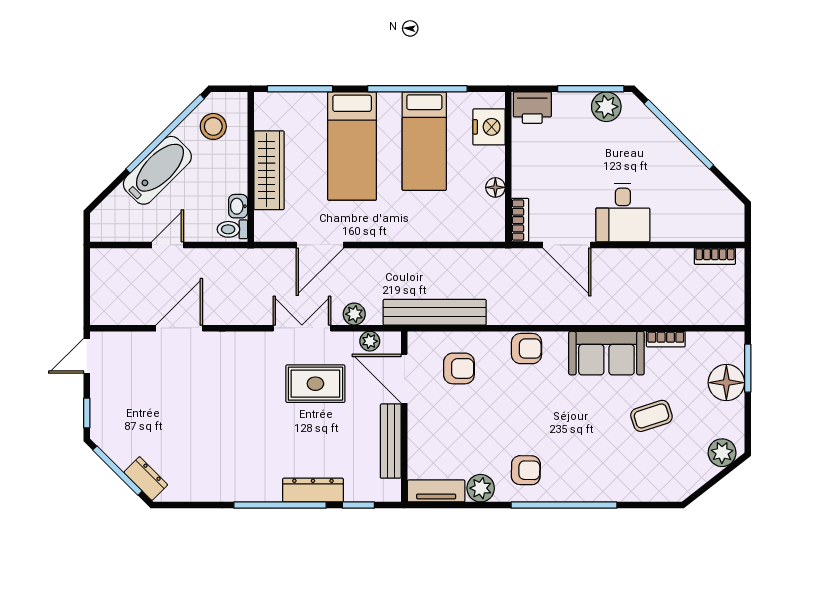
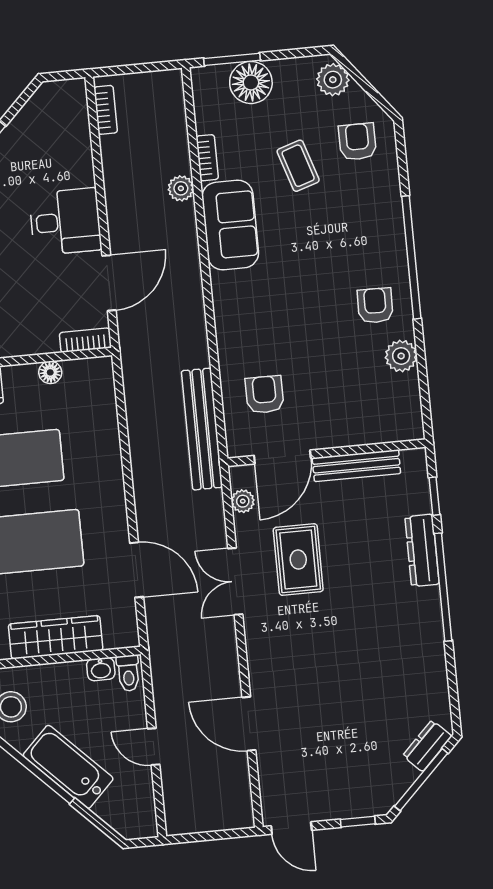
plant: (354, 314) -> (181, 188), moved
armchair: (527, 349) -> (357, 142), moved
tv unit: (436, 491) -> (409, 407), removed

